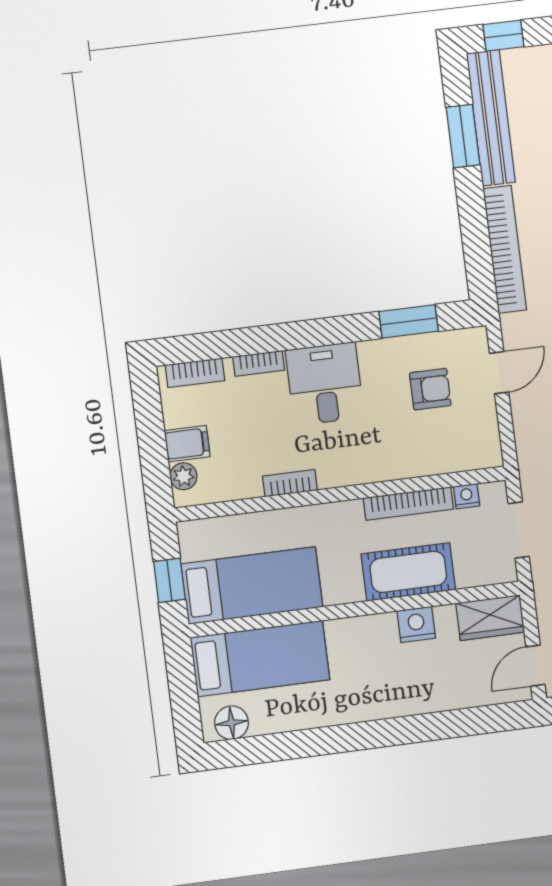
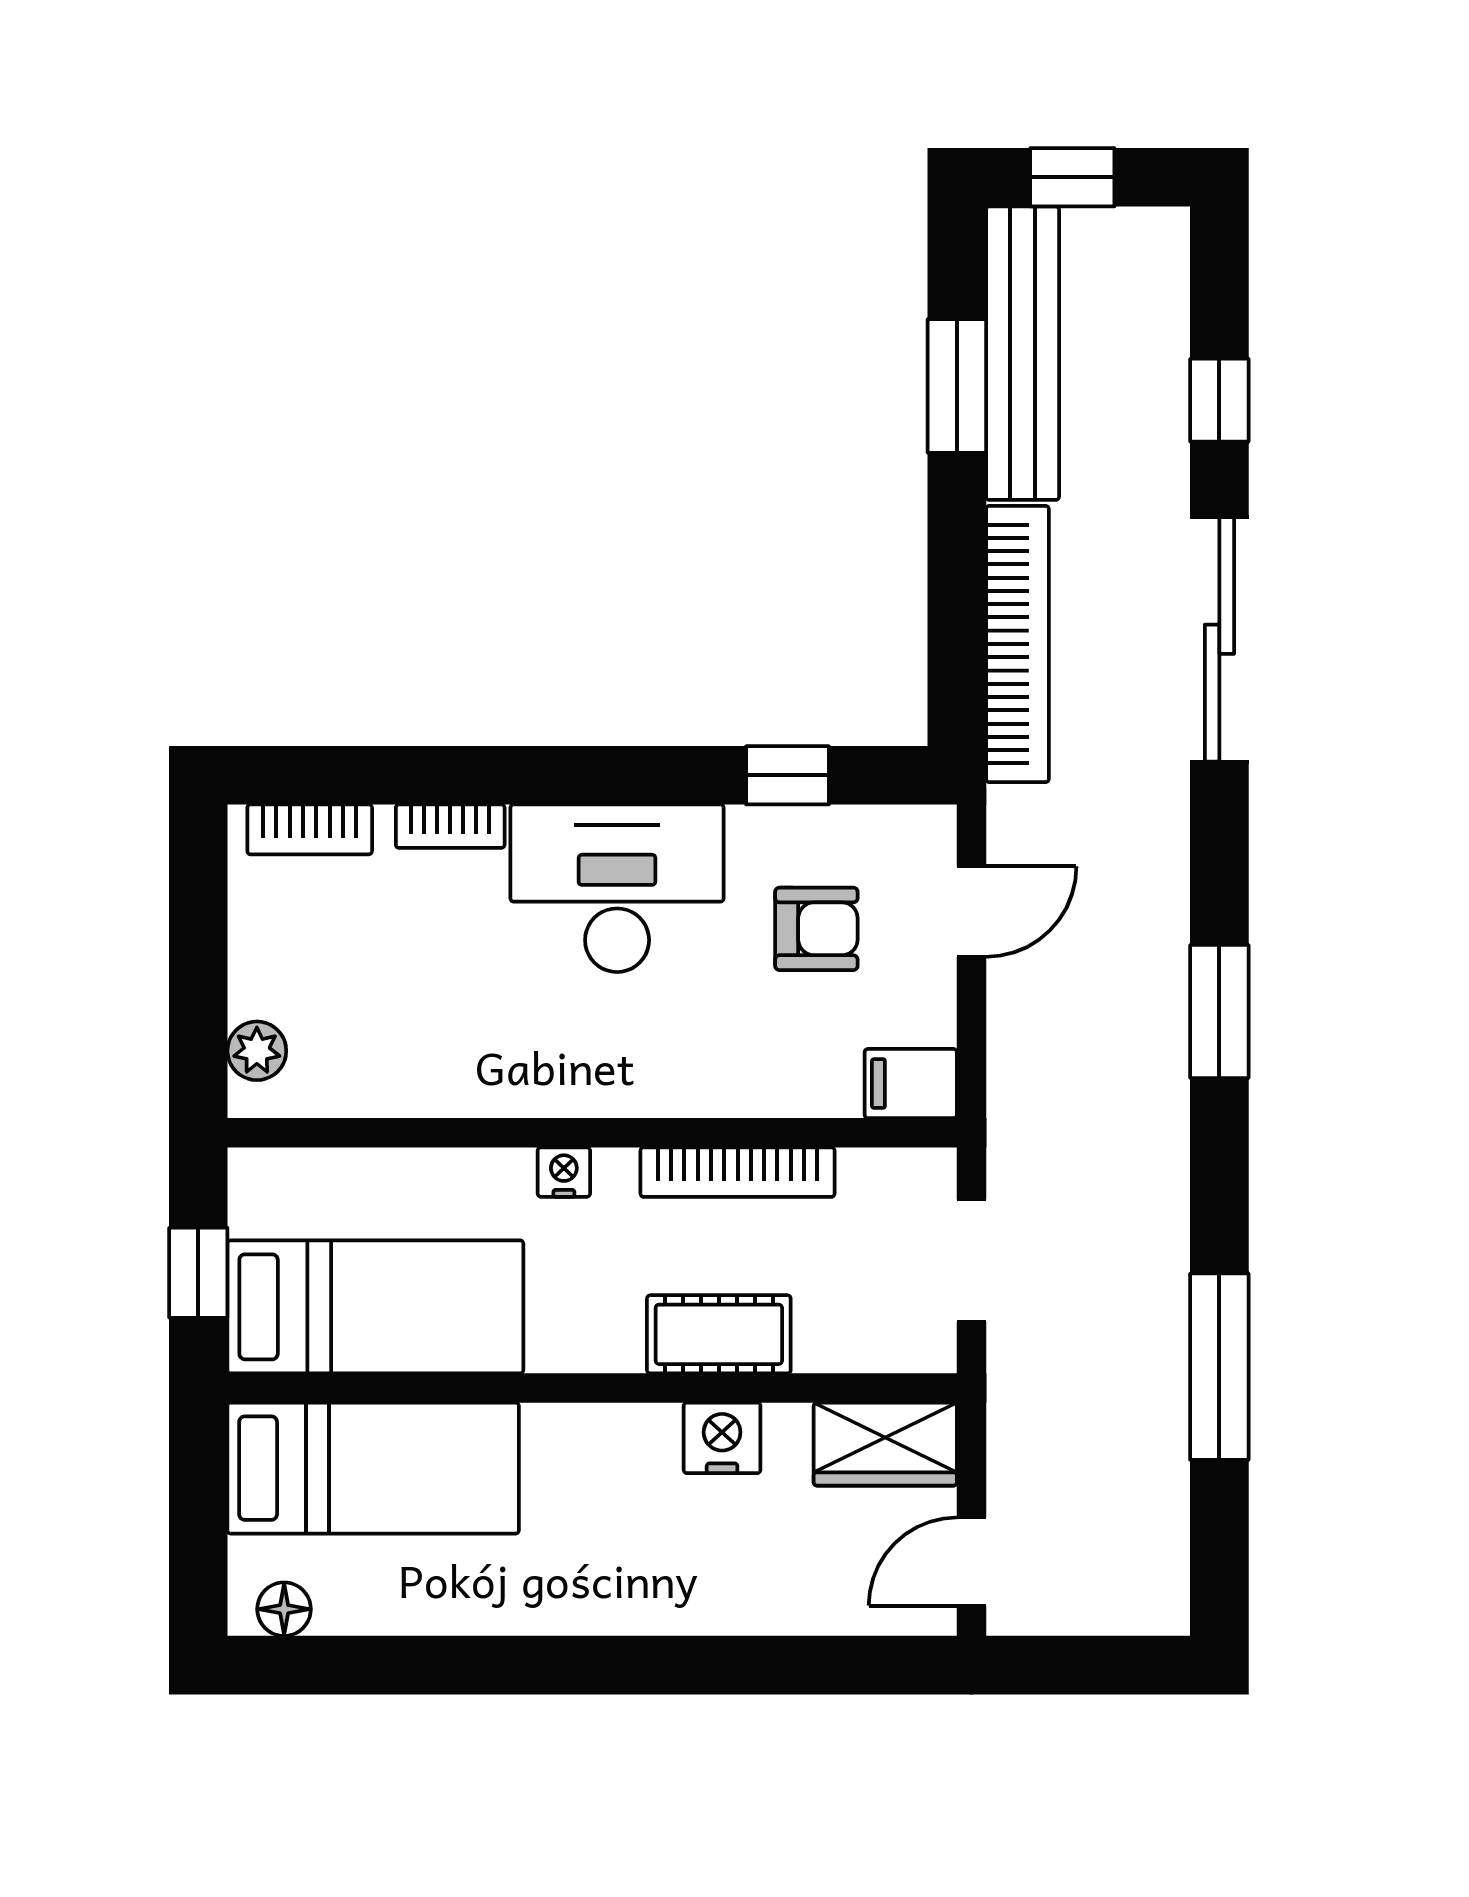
window: (409, 321) -> (787, 775), width x0.67
desk: (325, 384) -> (617, 888), width x1.37
filing cabinet: (187, 444) -> (911, 1084), moved, turned 180
bookcase: (290, 483) -> (485, 1095), removed
nightstand: (467, 496) -> (564, 1172), moved
cot: (408, 572) -> (719, 1334), width x0.73, depth x0.75
floor lamp: (232, 723) -> (284, 1609), width x0.73, depth x0.73

